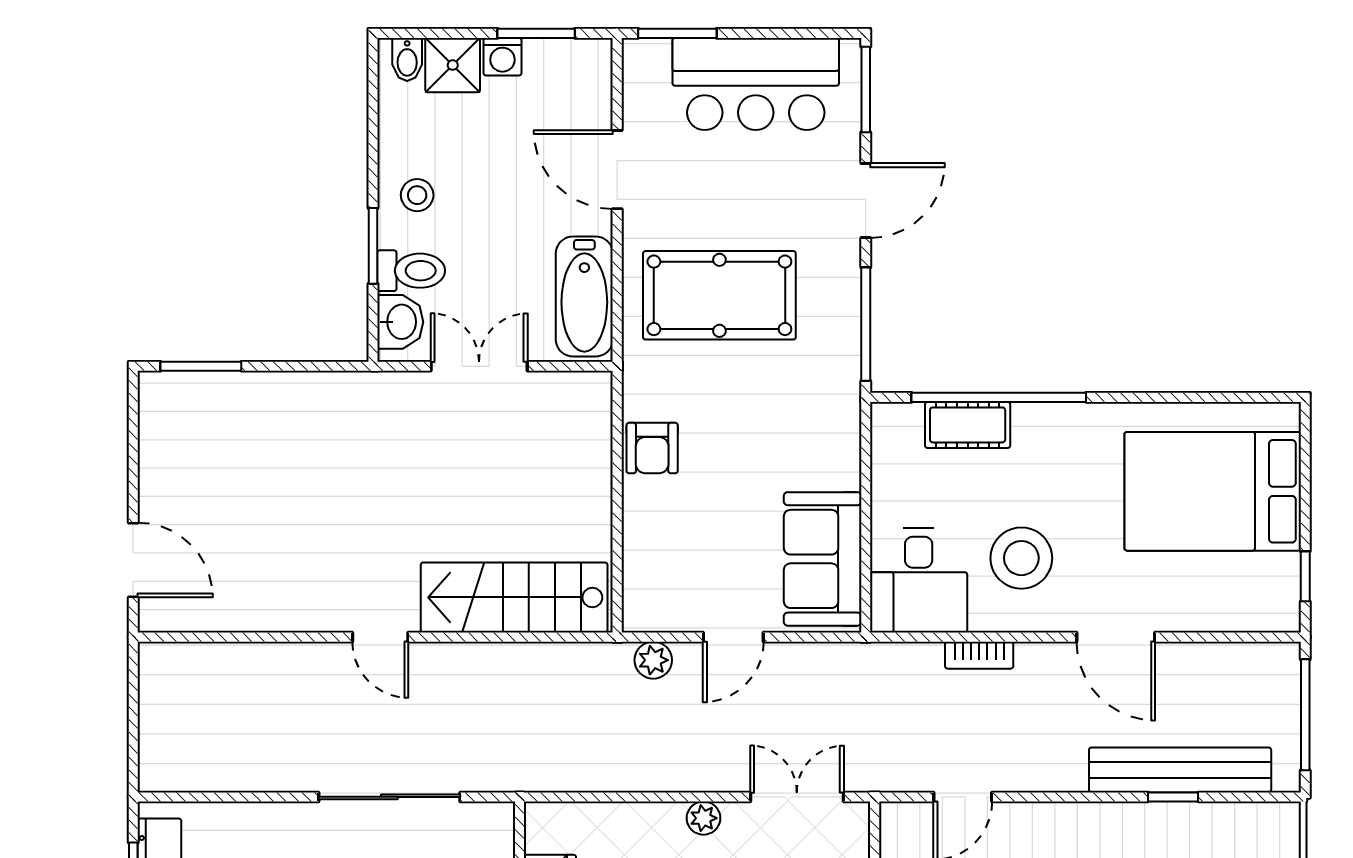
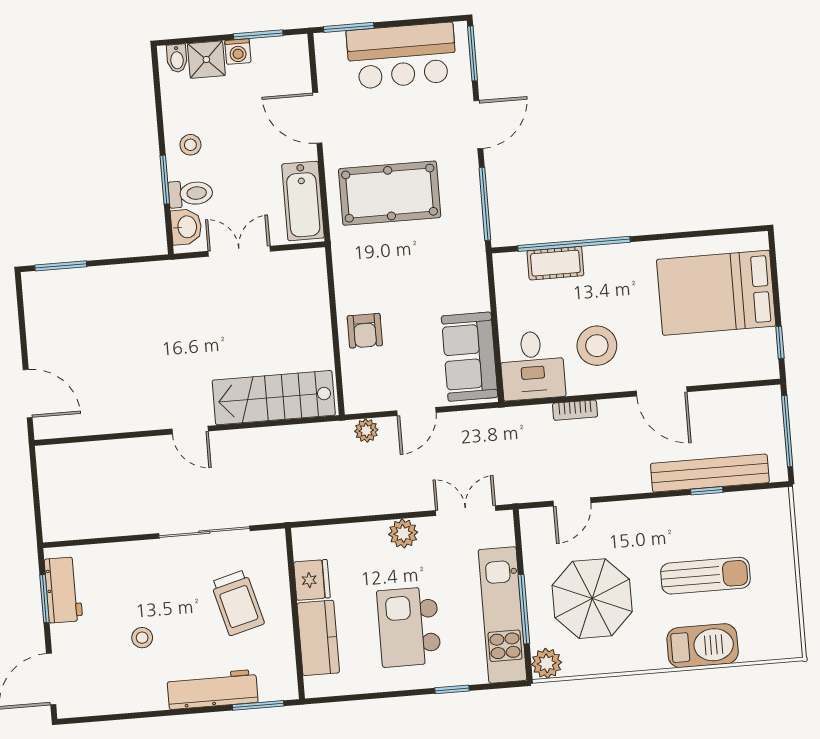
armchair: (652, 448) -> (365, 331), moved
plant: (704, 818) -> (403, 533), width x1.38, depth x1.38

